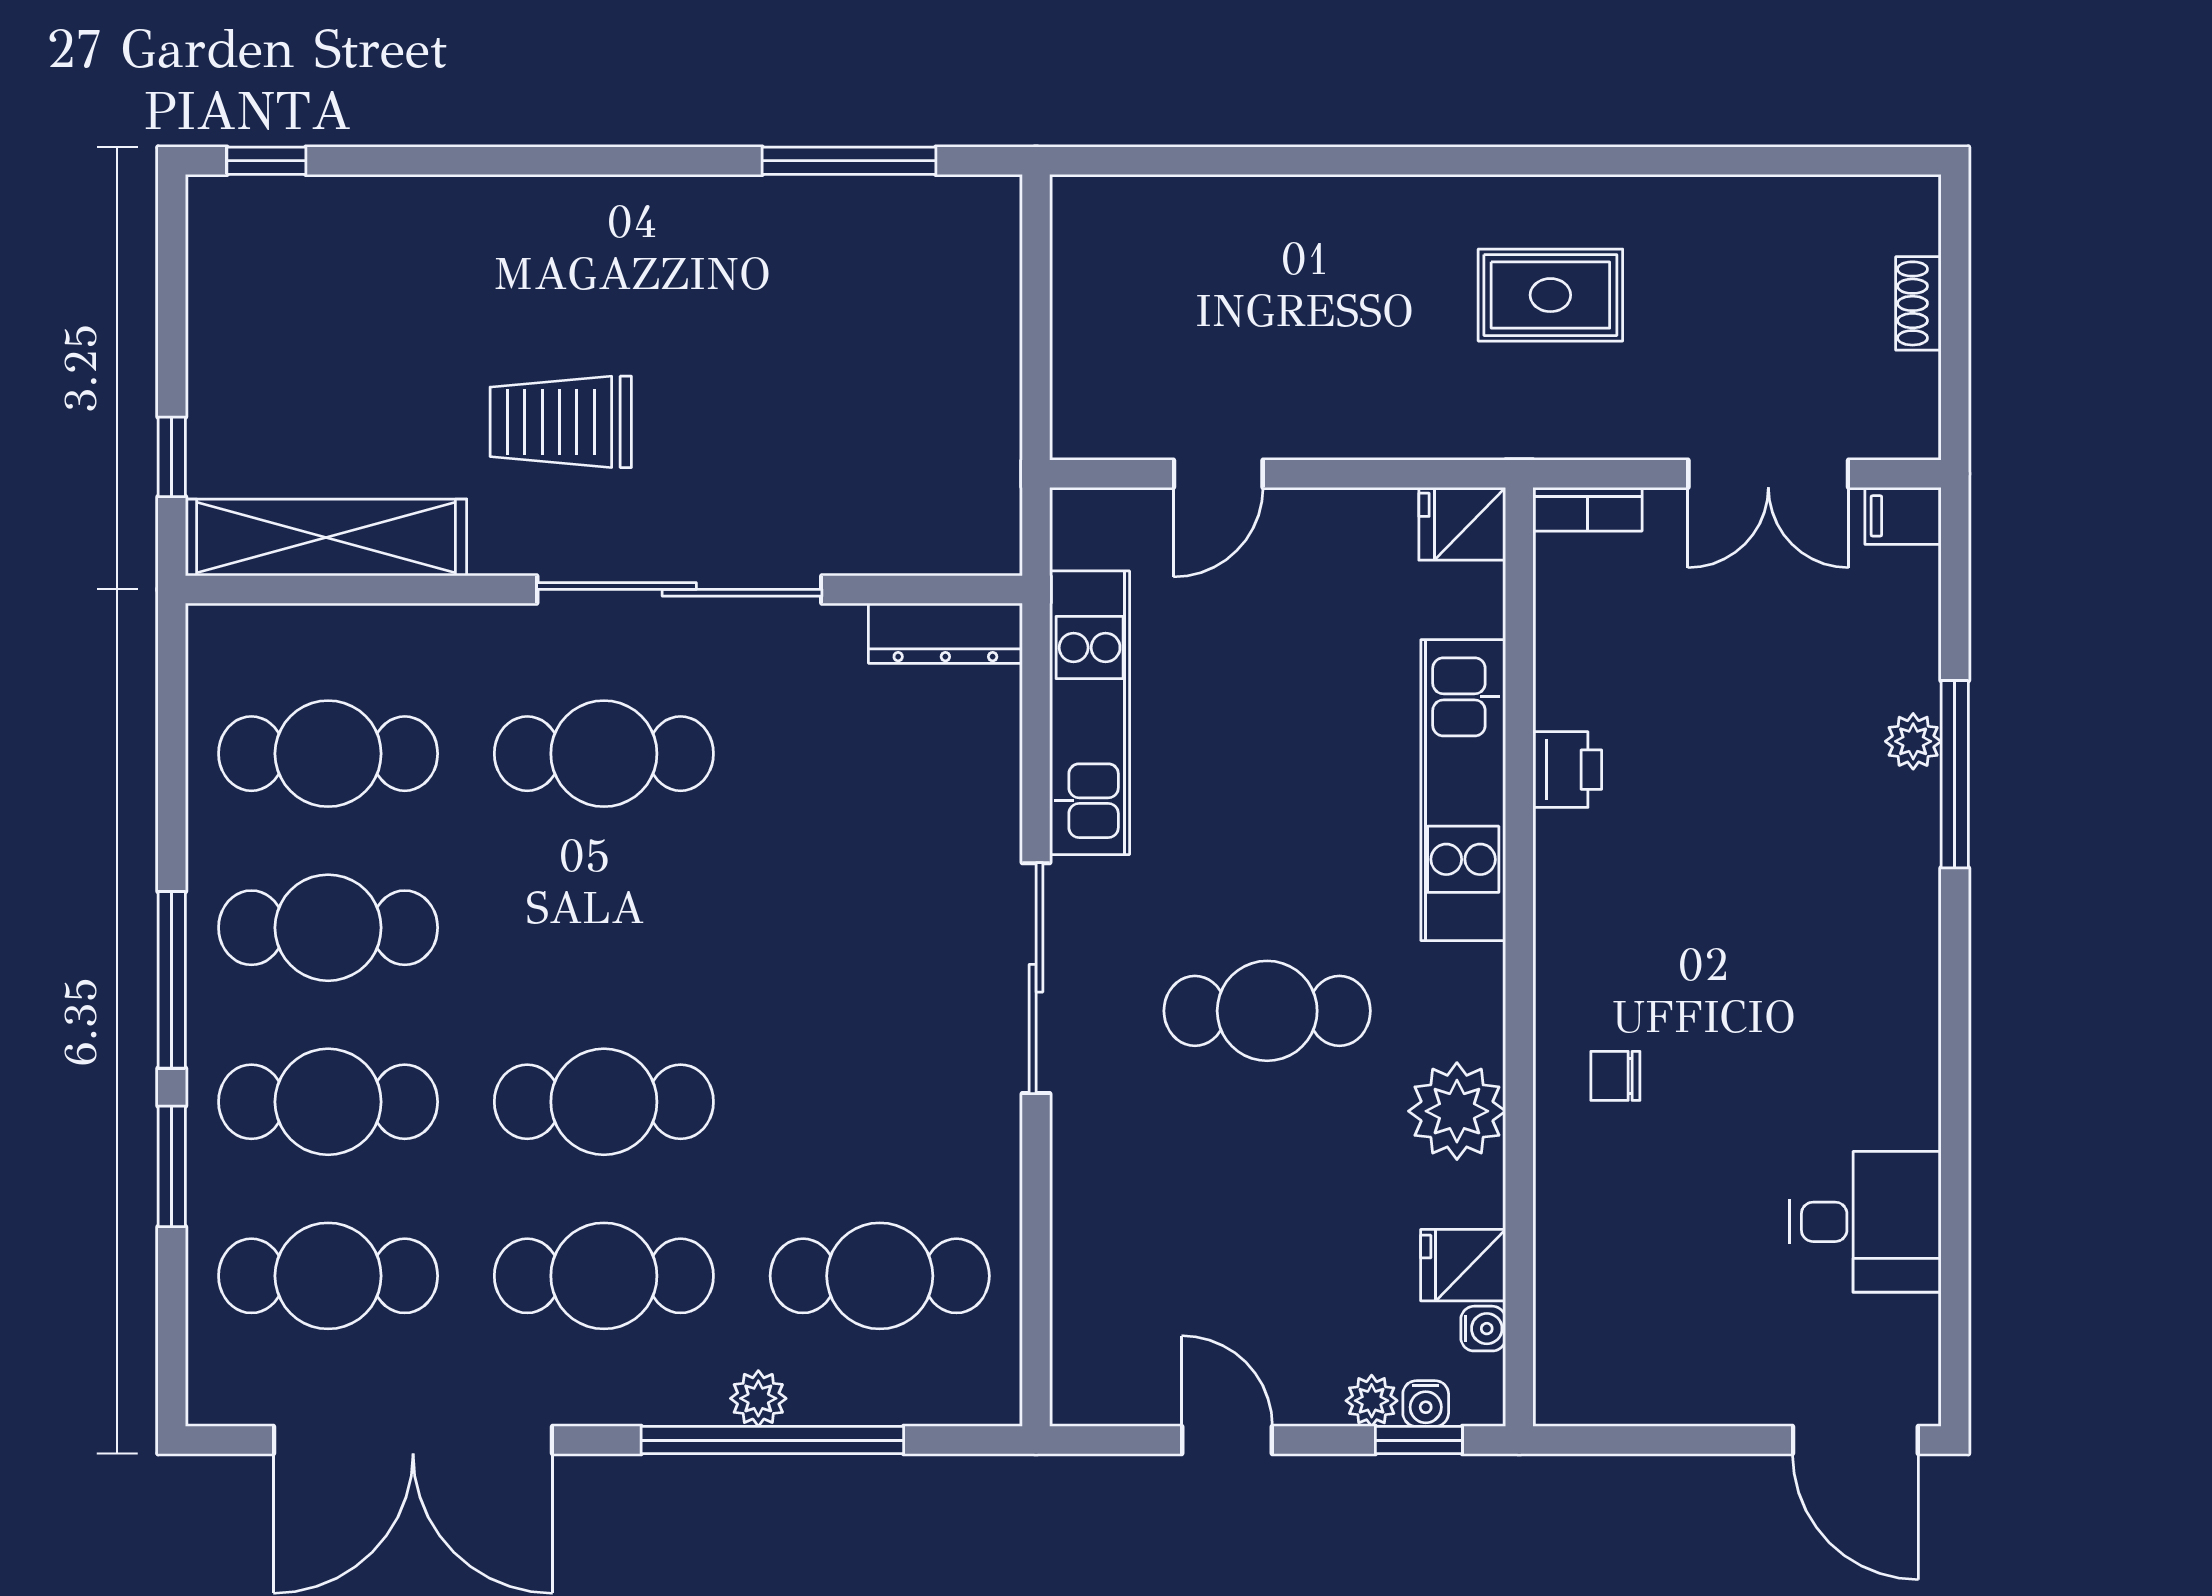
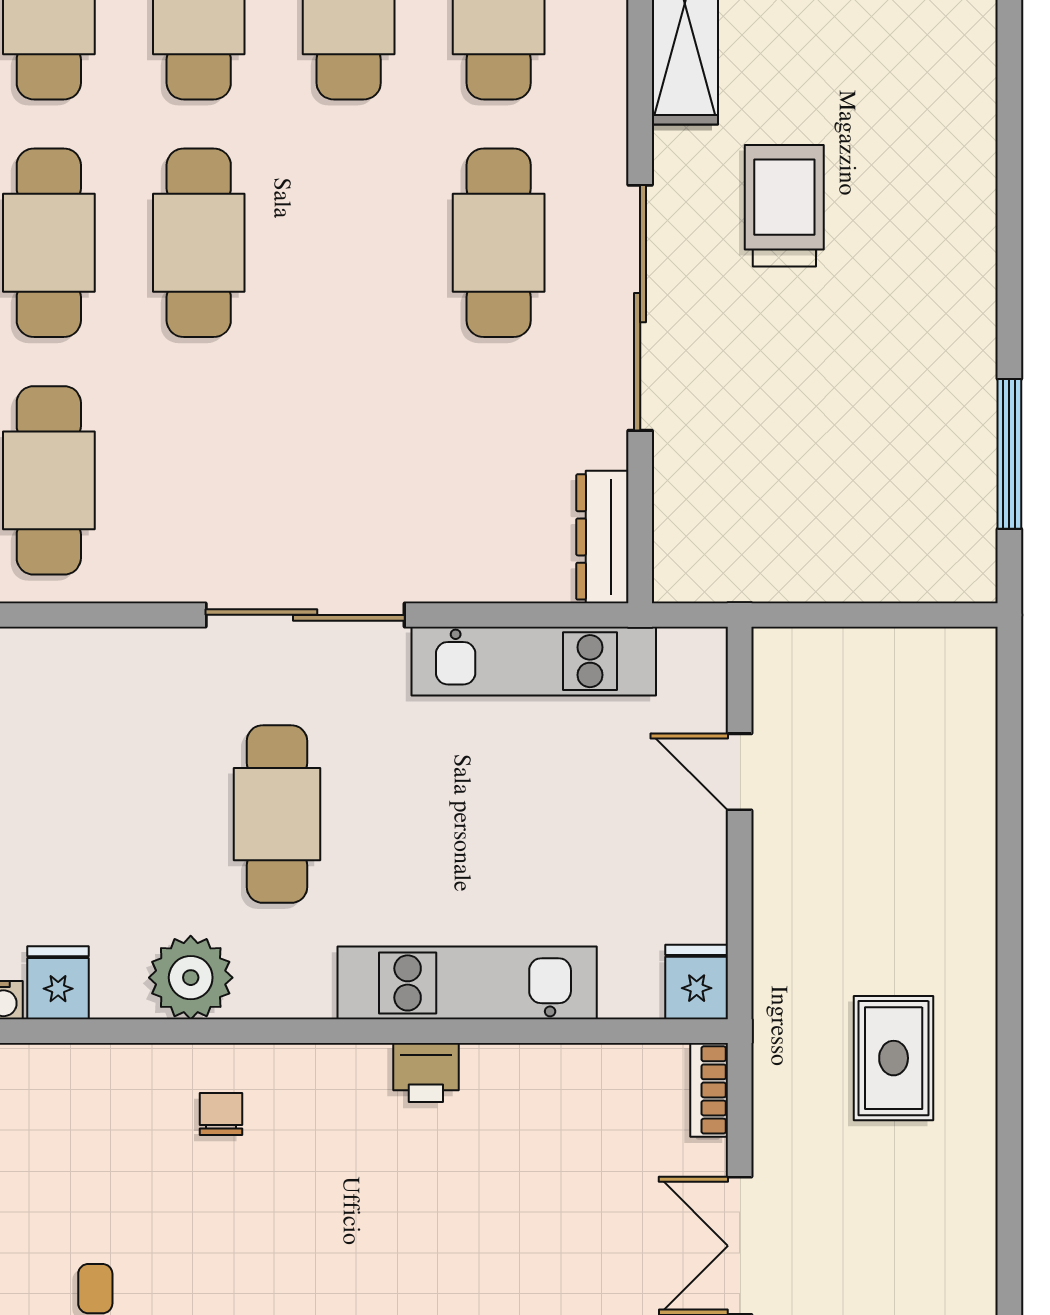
printer: (1567, 770) -> (426, 1073), moved

